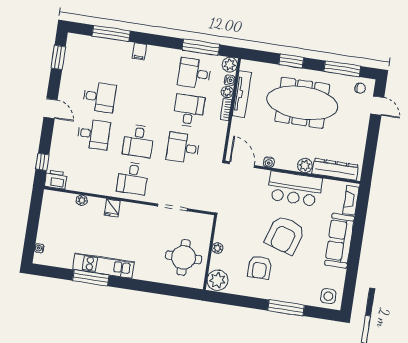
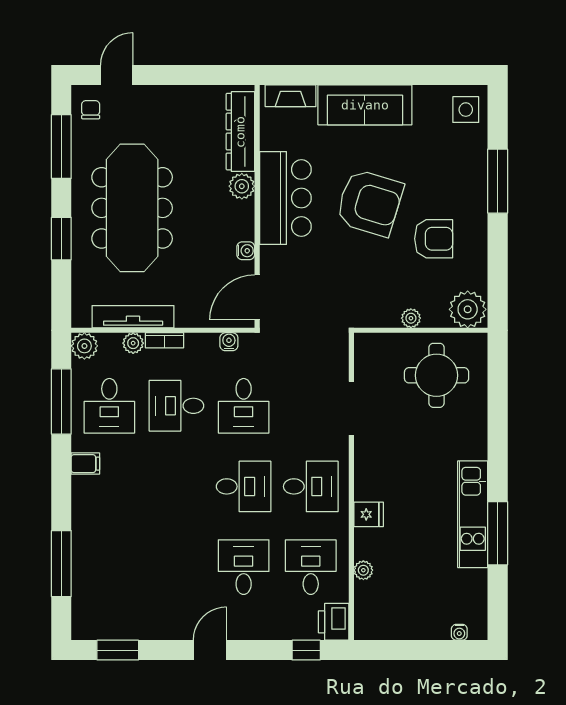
filing cabinet: (139, 51) -> (85, 464), moved
water cooler: (230, 80) -> (229, 342), moved
desk: (99, 97) -> (311, 567), moved

